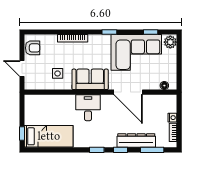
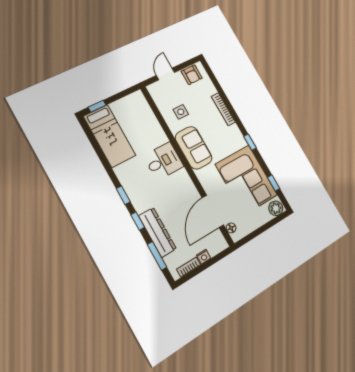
door: (128, 92) -> (213, 211), moved

